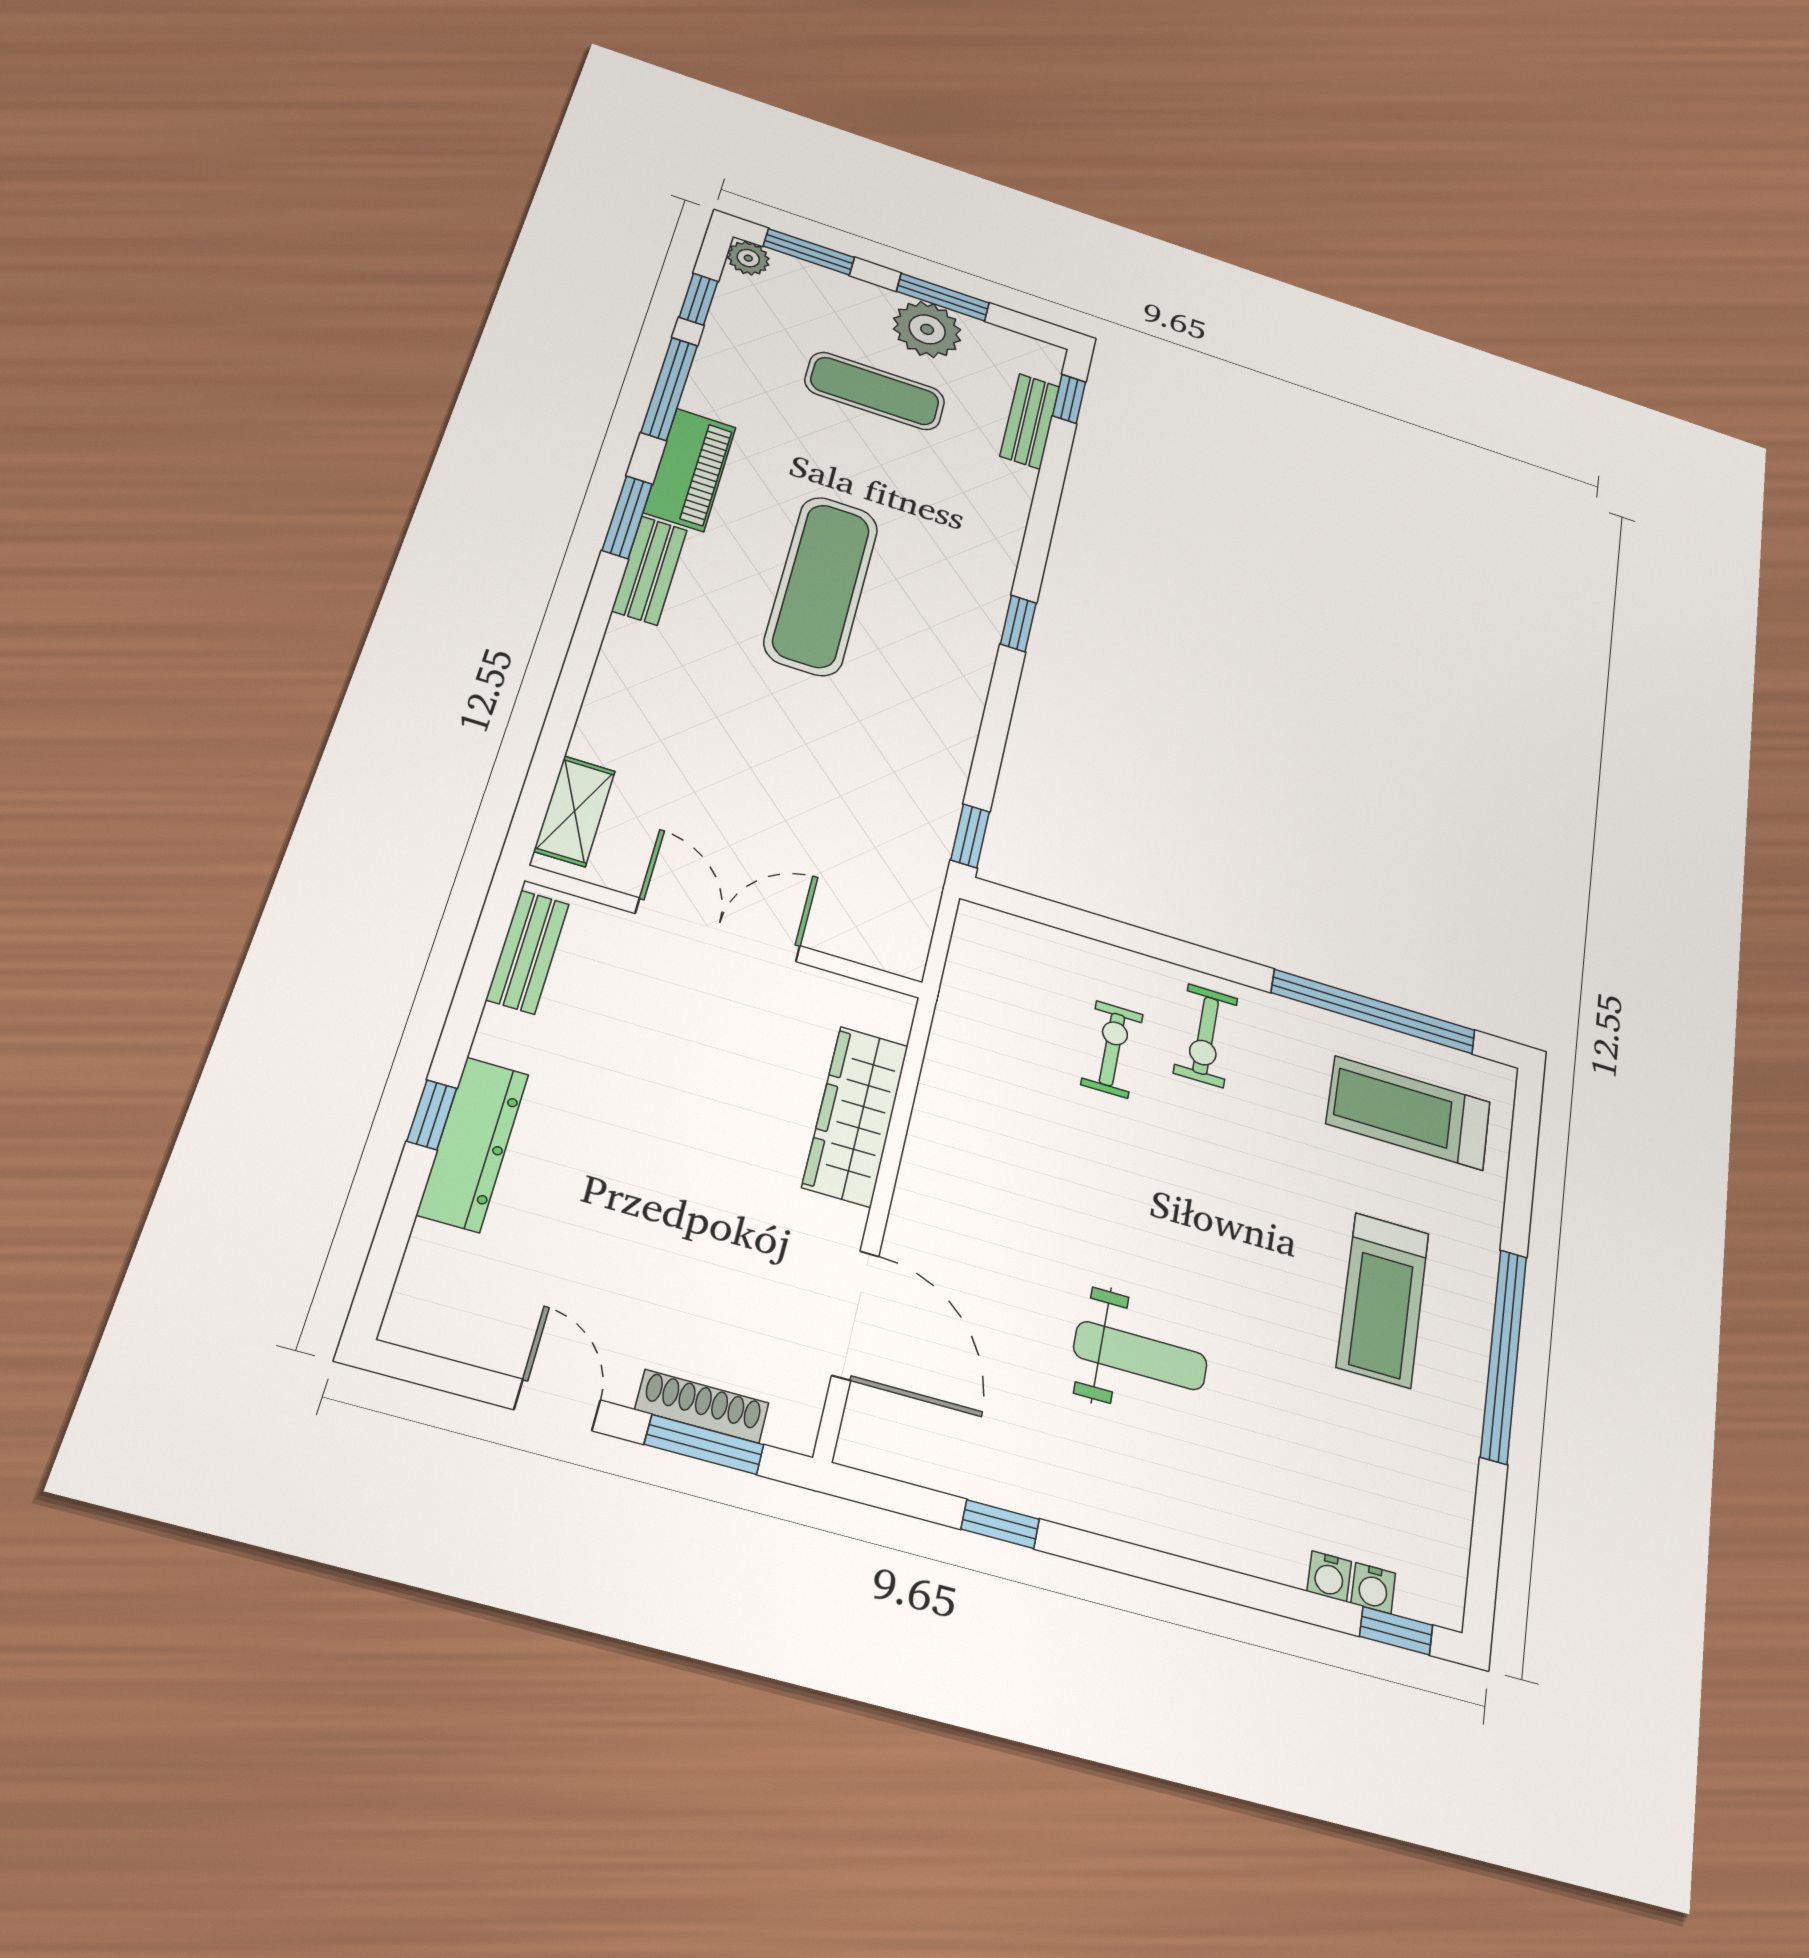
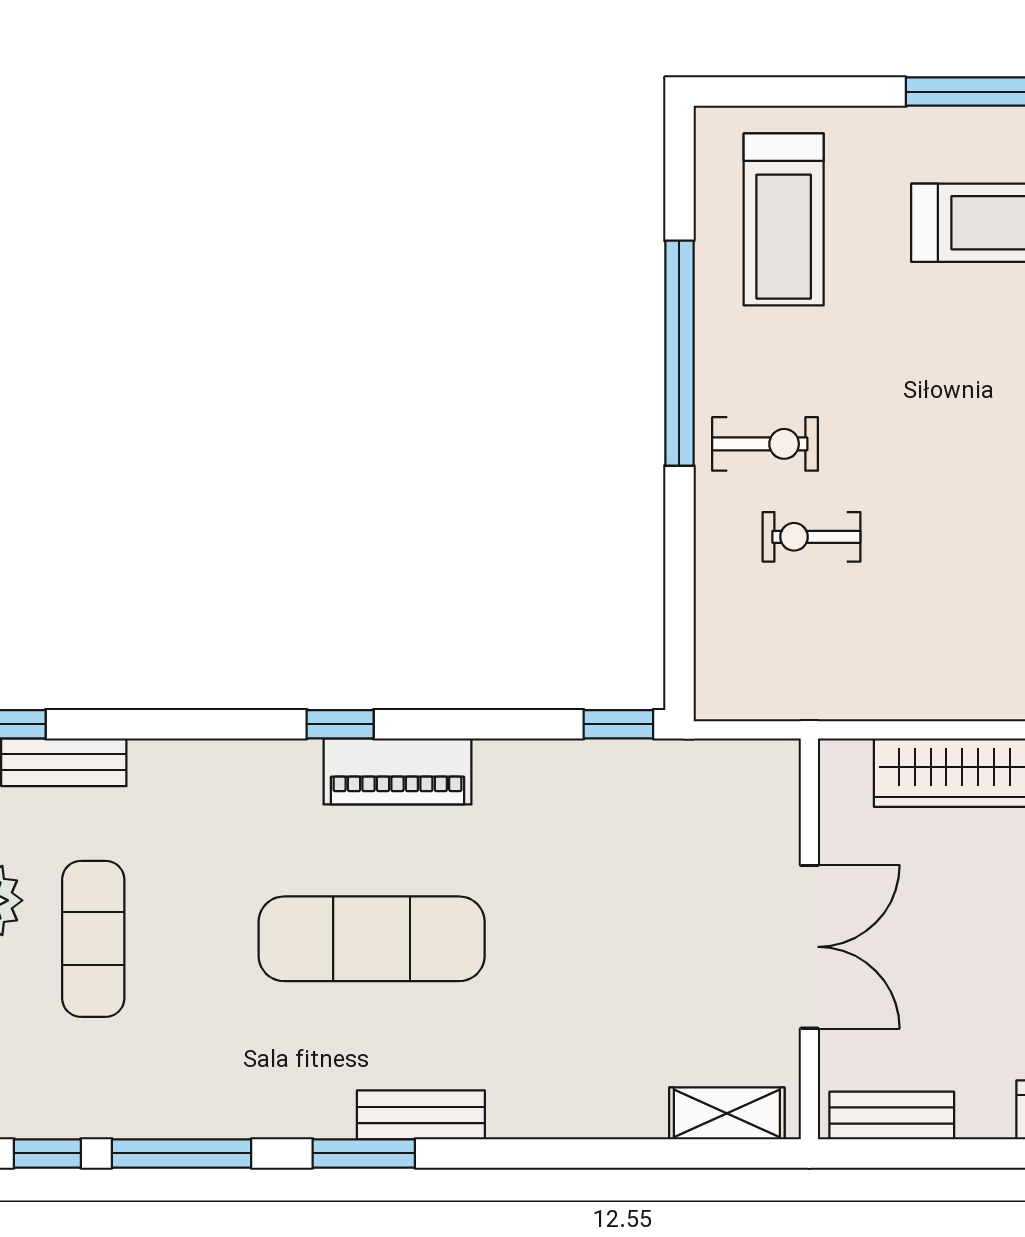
piano: (690, 470) -> (397, 771), moved, turned 180
double door: (718, 930) -> (809, 947), swing flipped
window: (1374, 1012) -> (679, 353), moved

